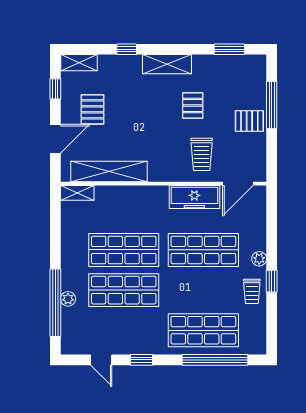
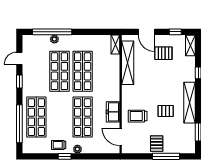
shelving: (167, 64) -> (189, 103), width x1.47
freezer: (194, 197) -> (113, 112), width x0.71

